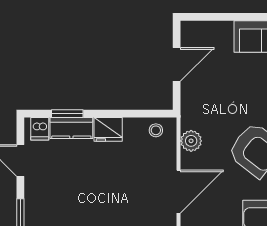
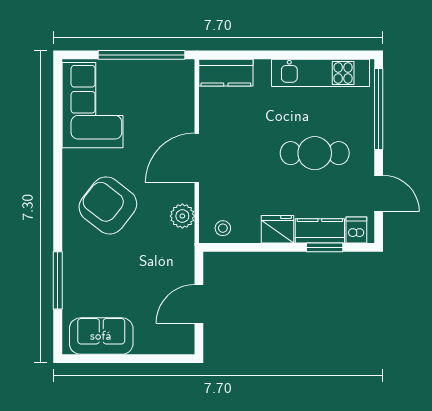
cafe table: (76, 196) -> (315, 153), added

